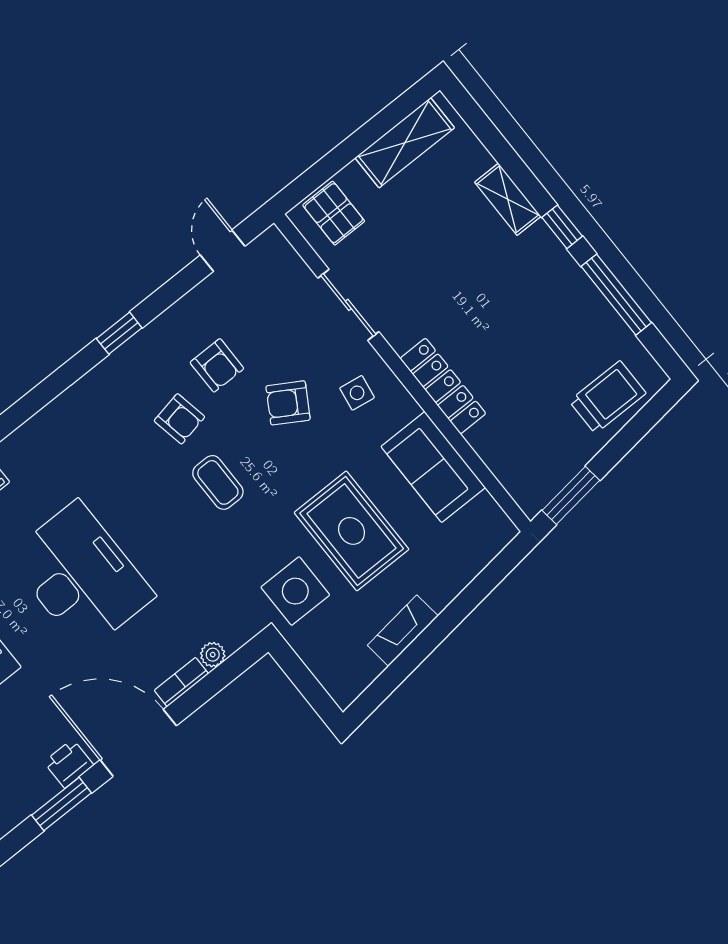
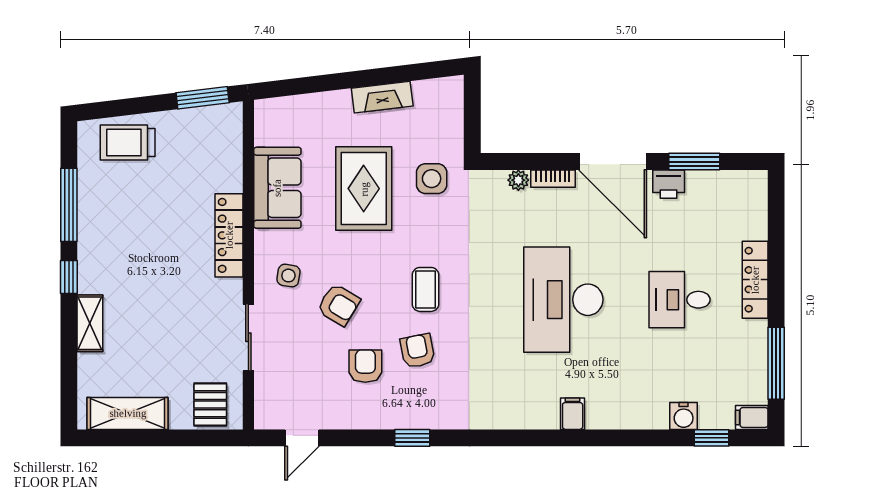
side table: (295, 591) -> (432, 179), width x0.73, depth x0.73

